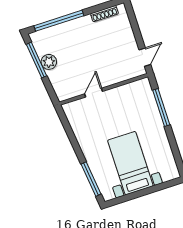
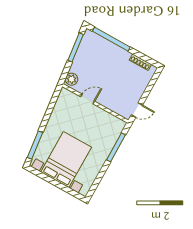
plant: (49, 62) -> (72, 79), moved
bed with nightstands: (130, 163) -> (66, 160), width x1.36

